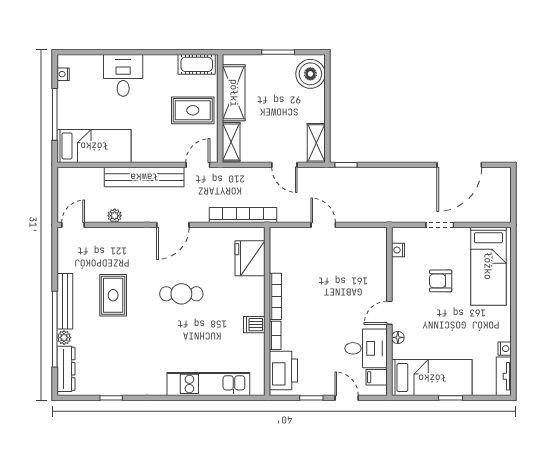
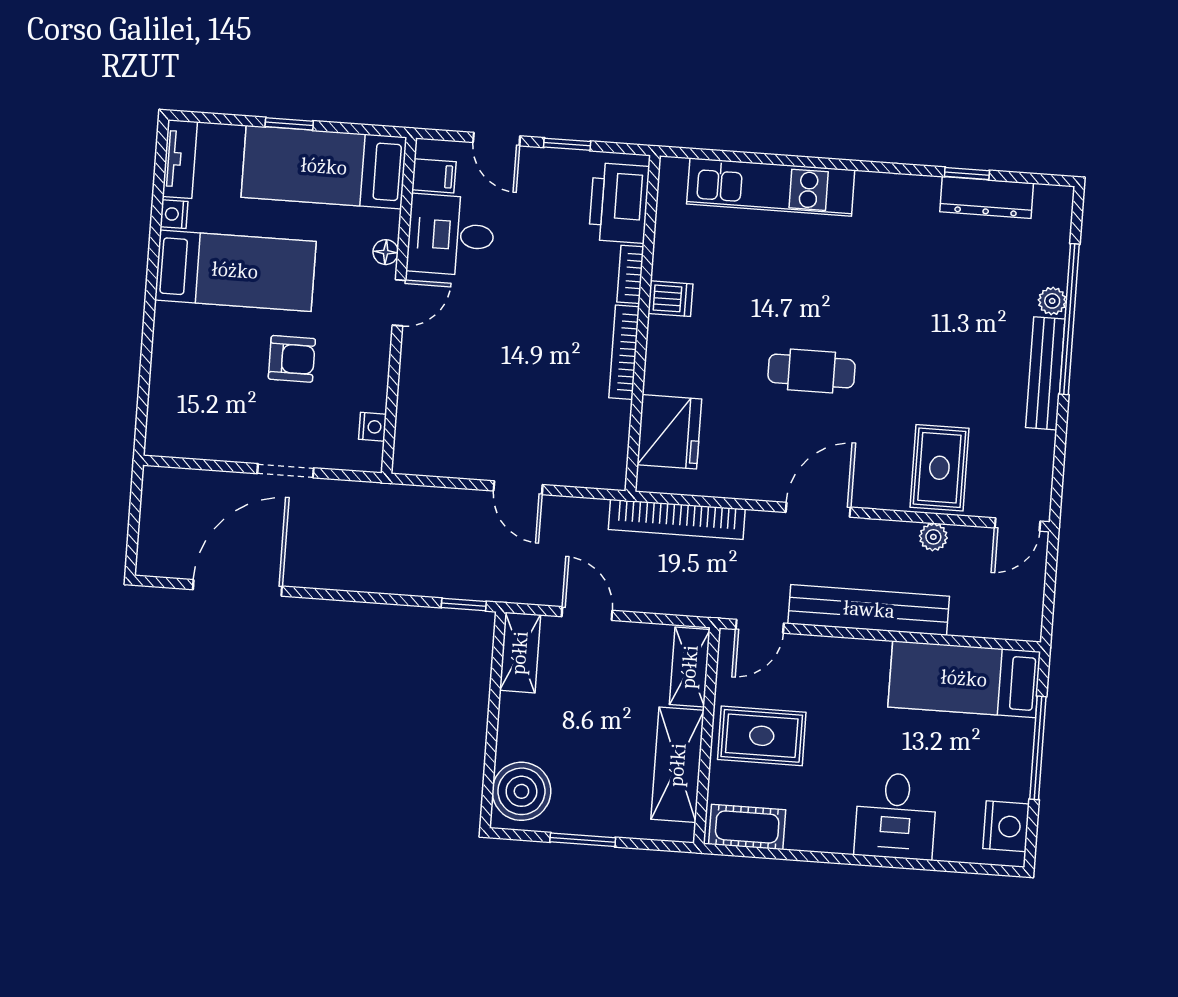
nightstand: (63, 74) -> (1006, 826), width x1.89, depth x1.79
bed: (488, 266) -> (235, 271), moved, turned 90
rug: (113, 295) -> (939, 468), moved
dresser: (66, 369) -> (987, 197), moved, turned -90

